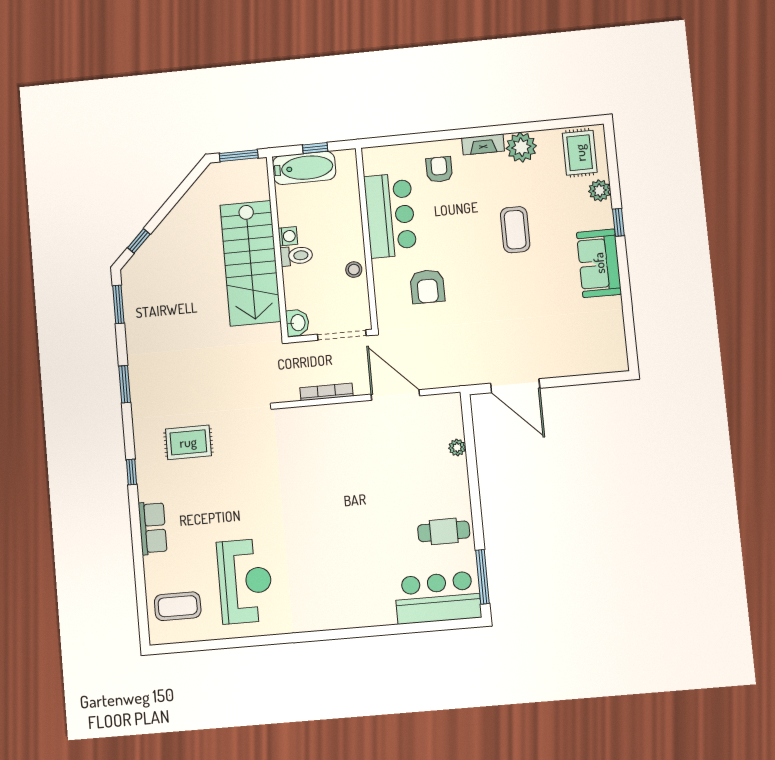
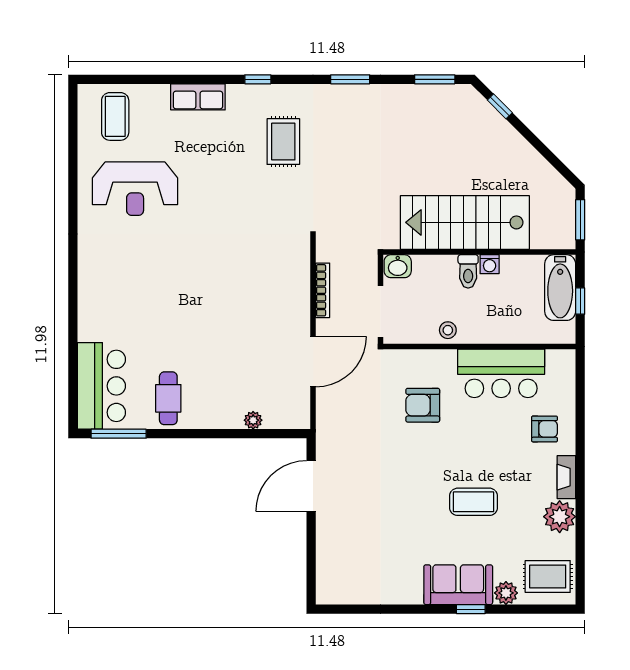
sofa: (599, 263) -> (458, 585), moved

